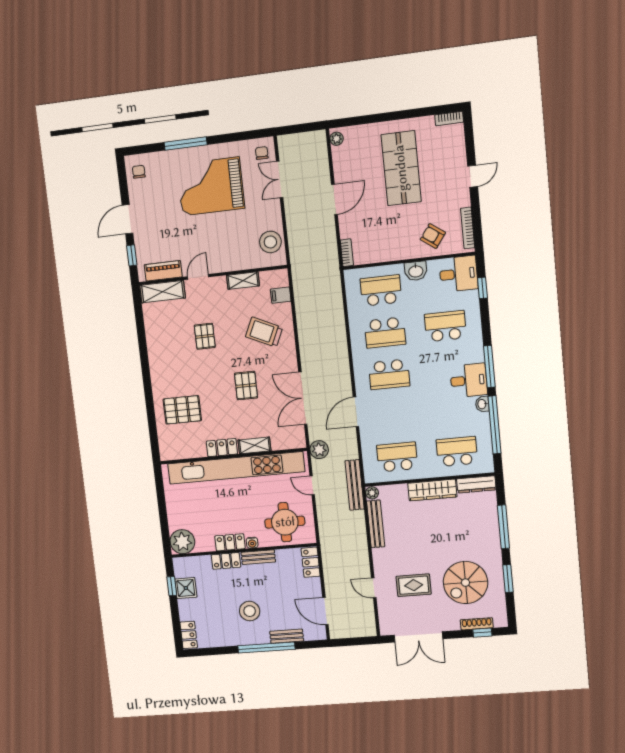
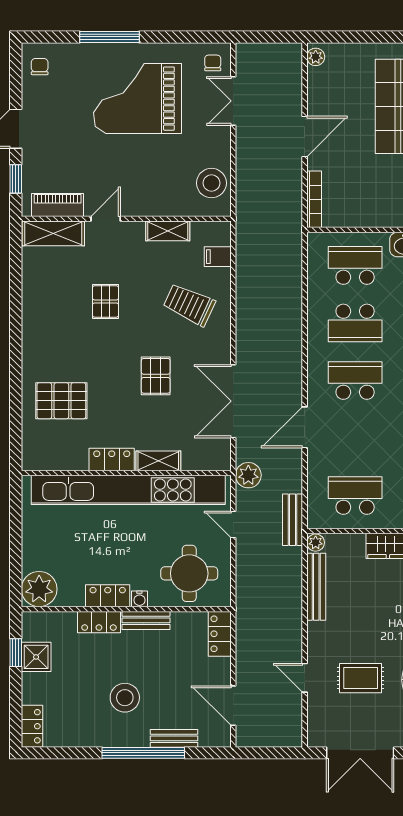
bookcase: (347, 253) -> (314, 199), width x1.56
school desk: (389, 374) -> (355, 380), turned 180
bench: (355, 485) -> (292, 520), width x0.73

